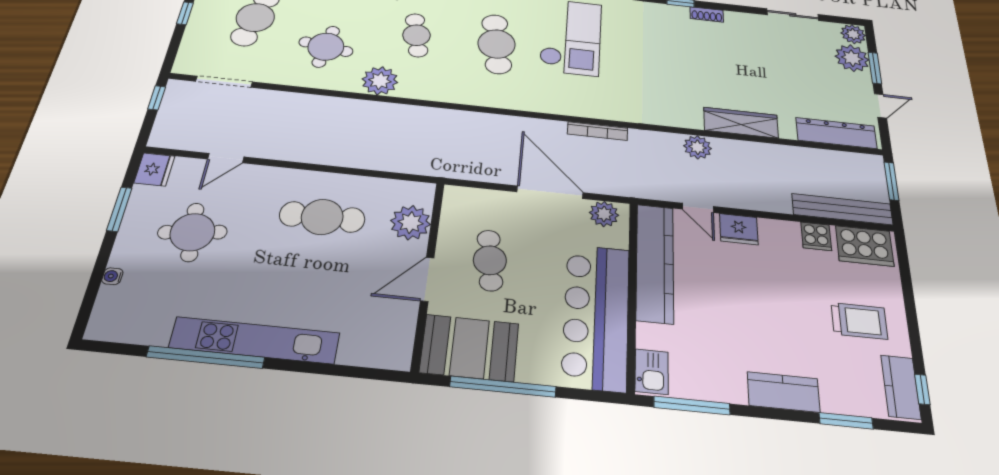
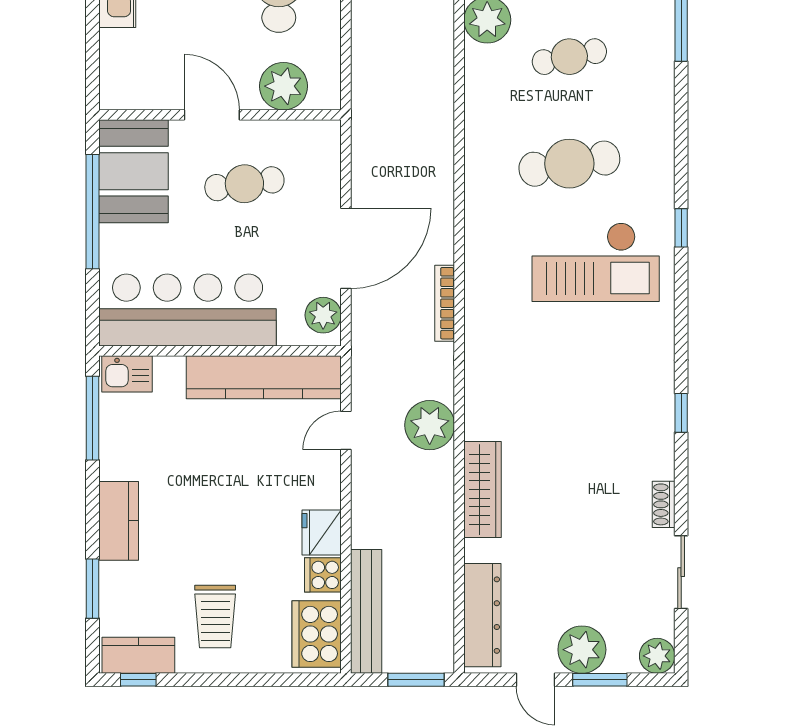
shoe rack: (707, 14) -> (664, 504), moved
plant: (852, 58) -> (582, 650), moved
plant: (698, 147) -> (430, 425), width x1.36, depth x1.36
fridge: (739, 229) -> (322, 532), moved

